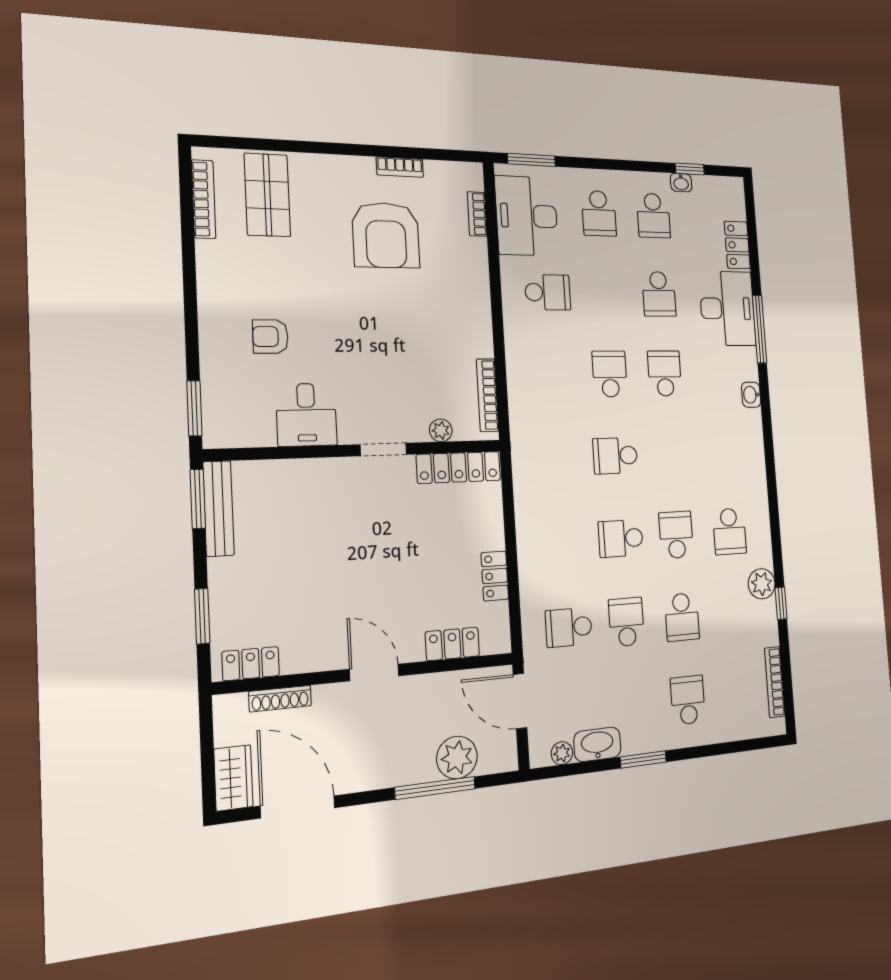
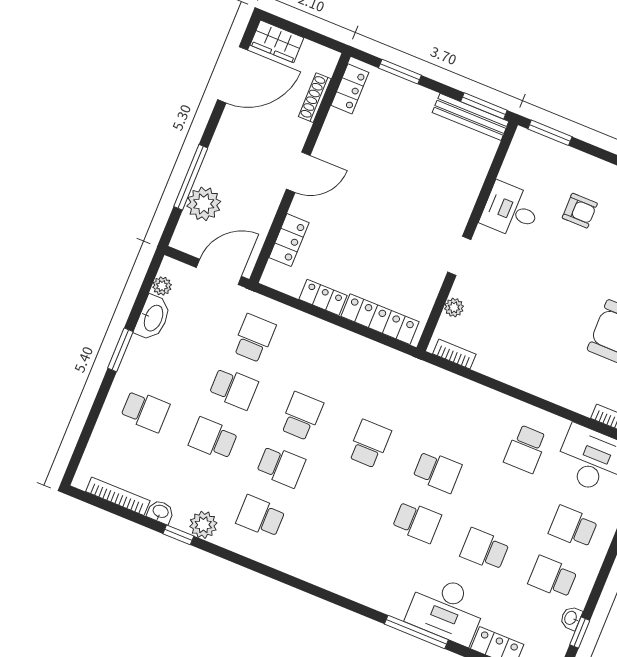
armchair: (270, 337) -> (580, 211), turned 90
bookcase: (487, 395) -> (454, 354), width x0.64
washbasin: (751, 395) -> (160, 512), moved
locker: (459, 467) -> (380, 319), moved, turned 90

